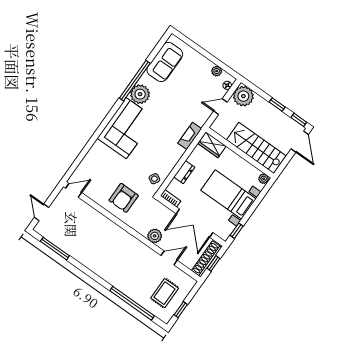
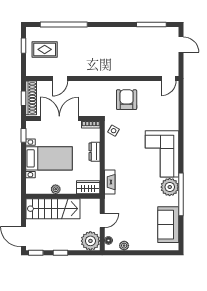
plant: (264, 179) -> (56, 189), moved
plant: (155, 236) -> (83, 88), removed
rug: (165, 293) -> (45, 49), turned 90

